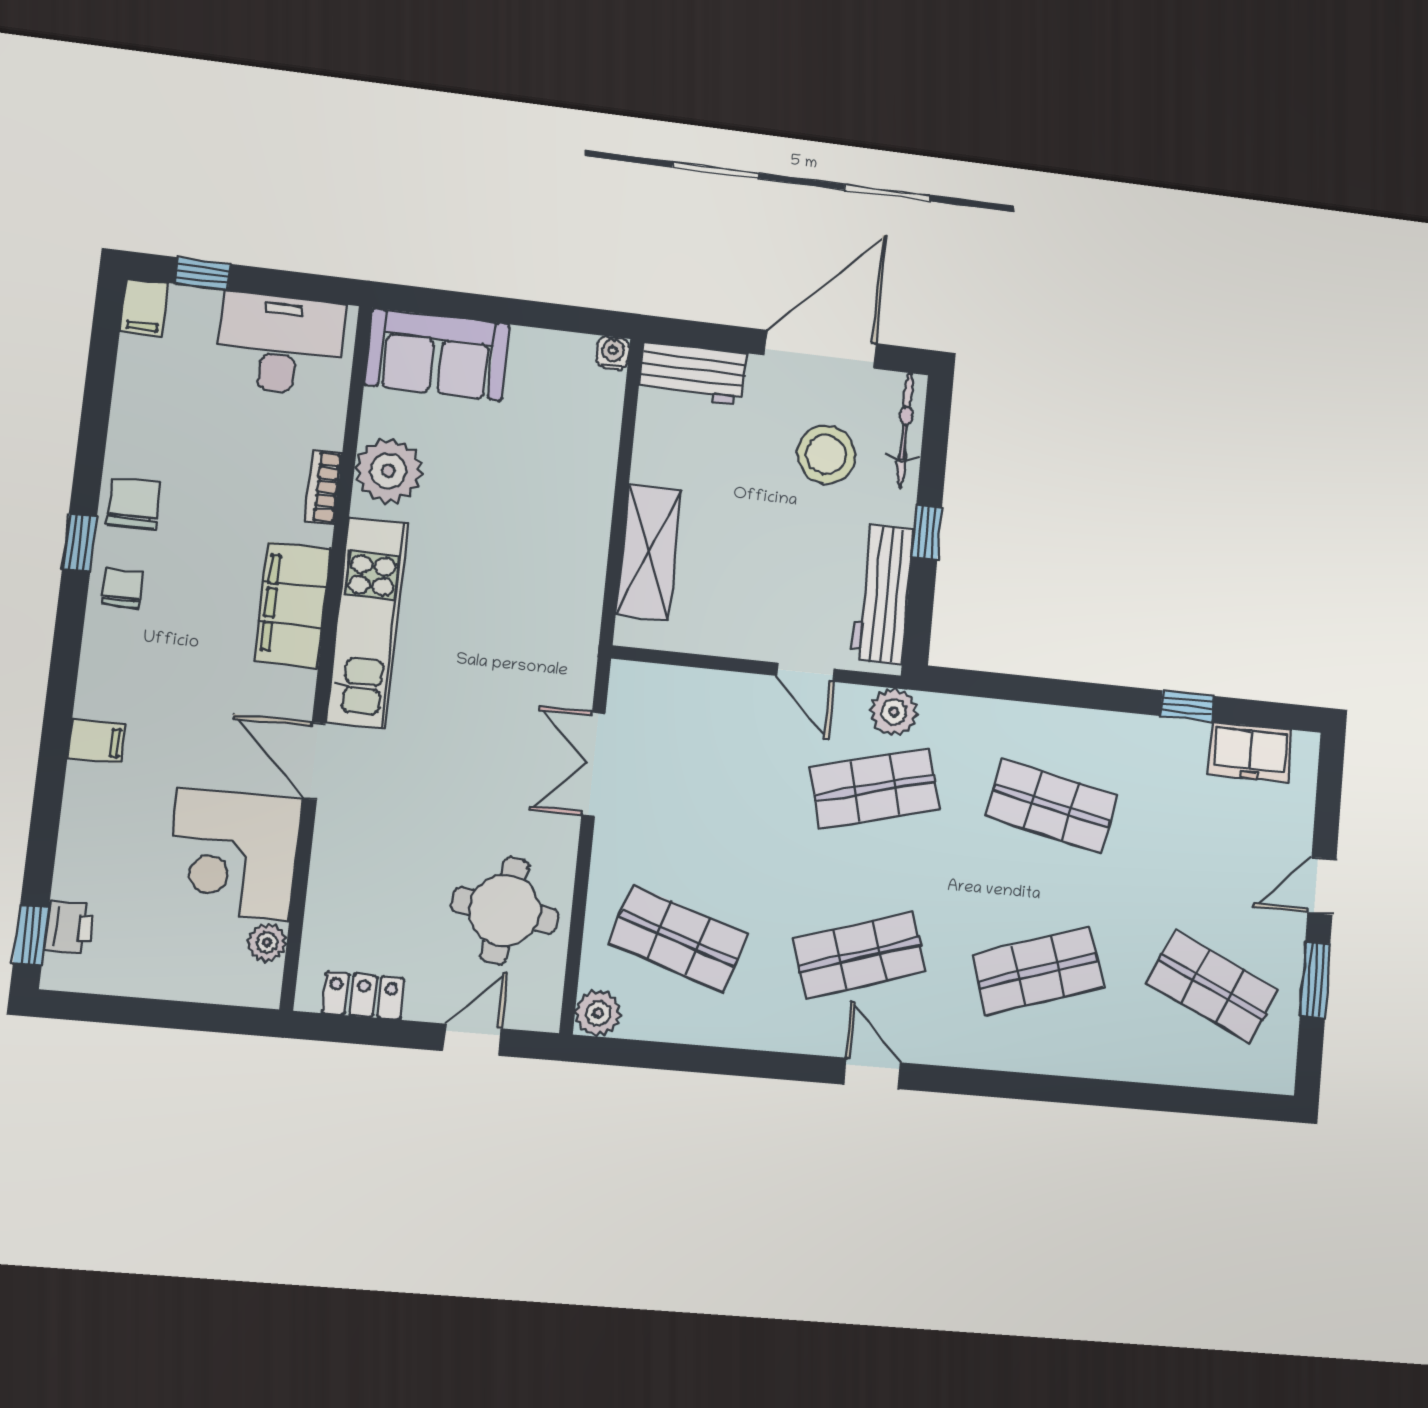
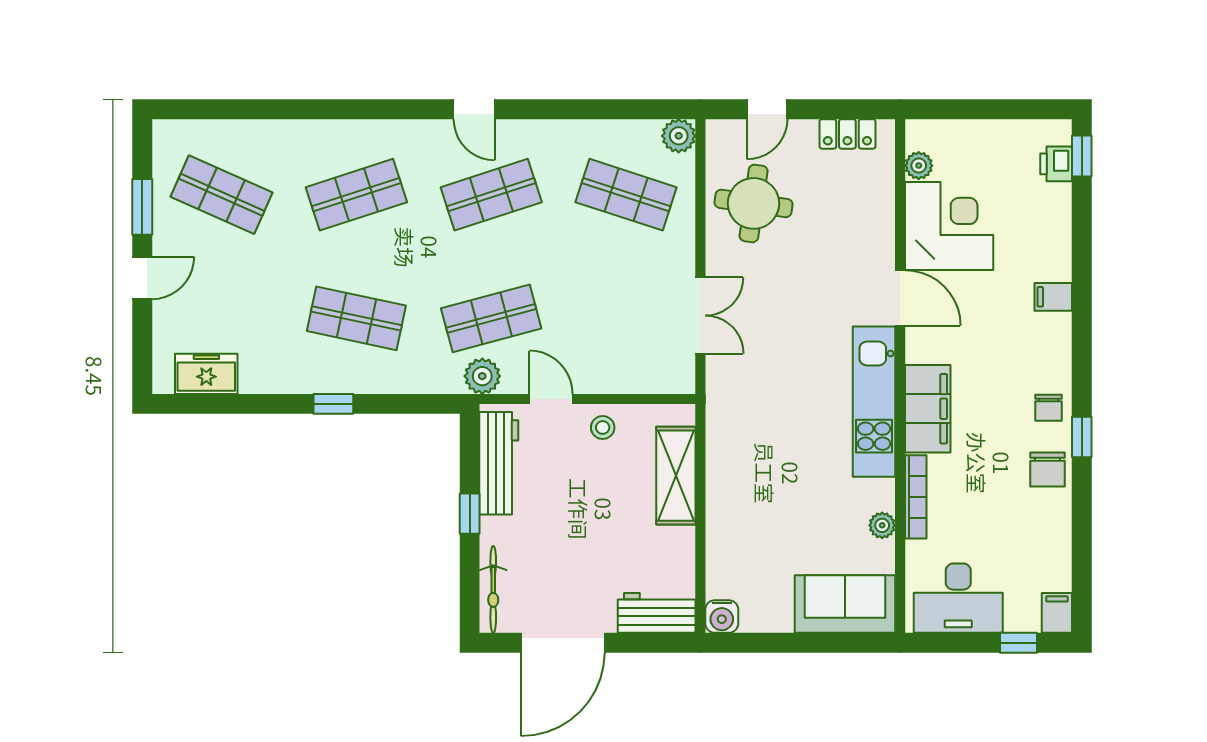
water cooler: (613, 353) -> (722, 617), width x1.38, depth x1.38
stool: (826, 454) -> (603, 427), moved, width x0.53, depth x0.53
plant: (388, 471) -> (882, 525), width x0.53, depth x0.53
bookcase: (324, 487) -> (916, 497), width x1.56
window: (1187, 706) -> (333, 404), moved

